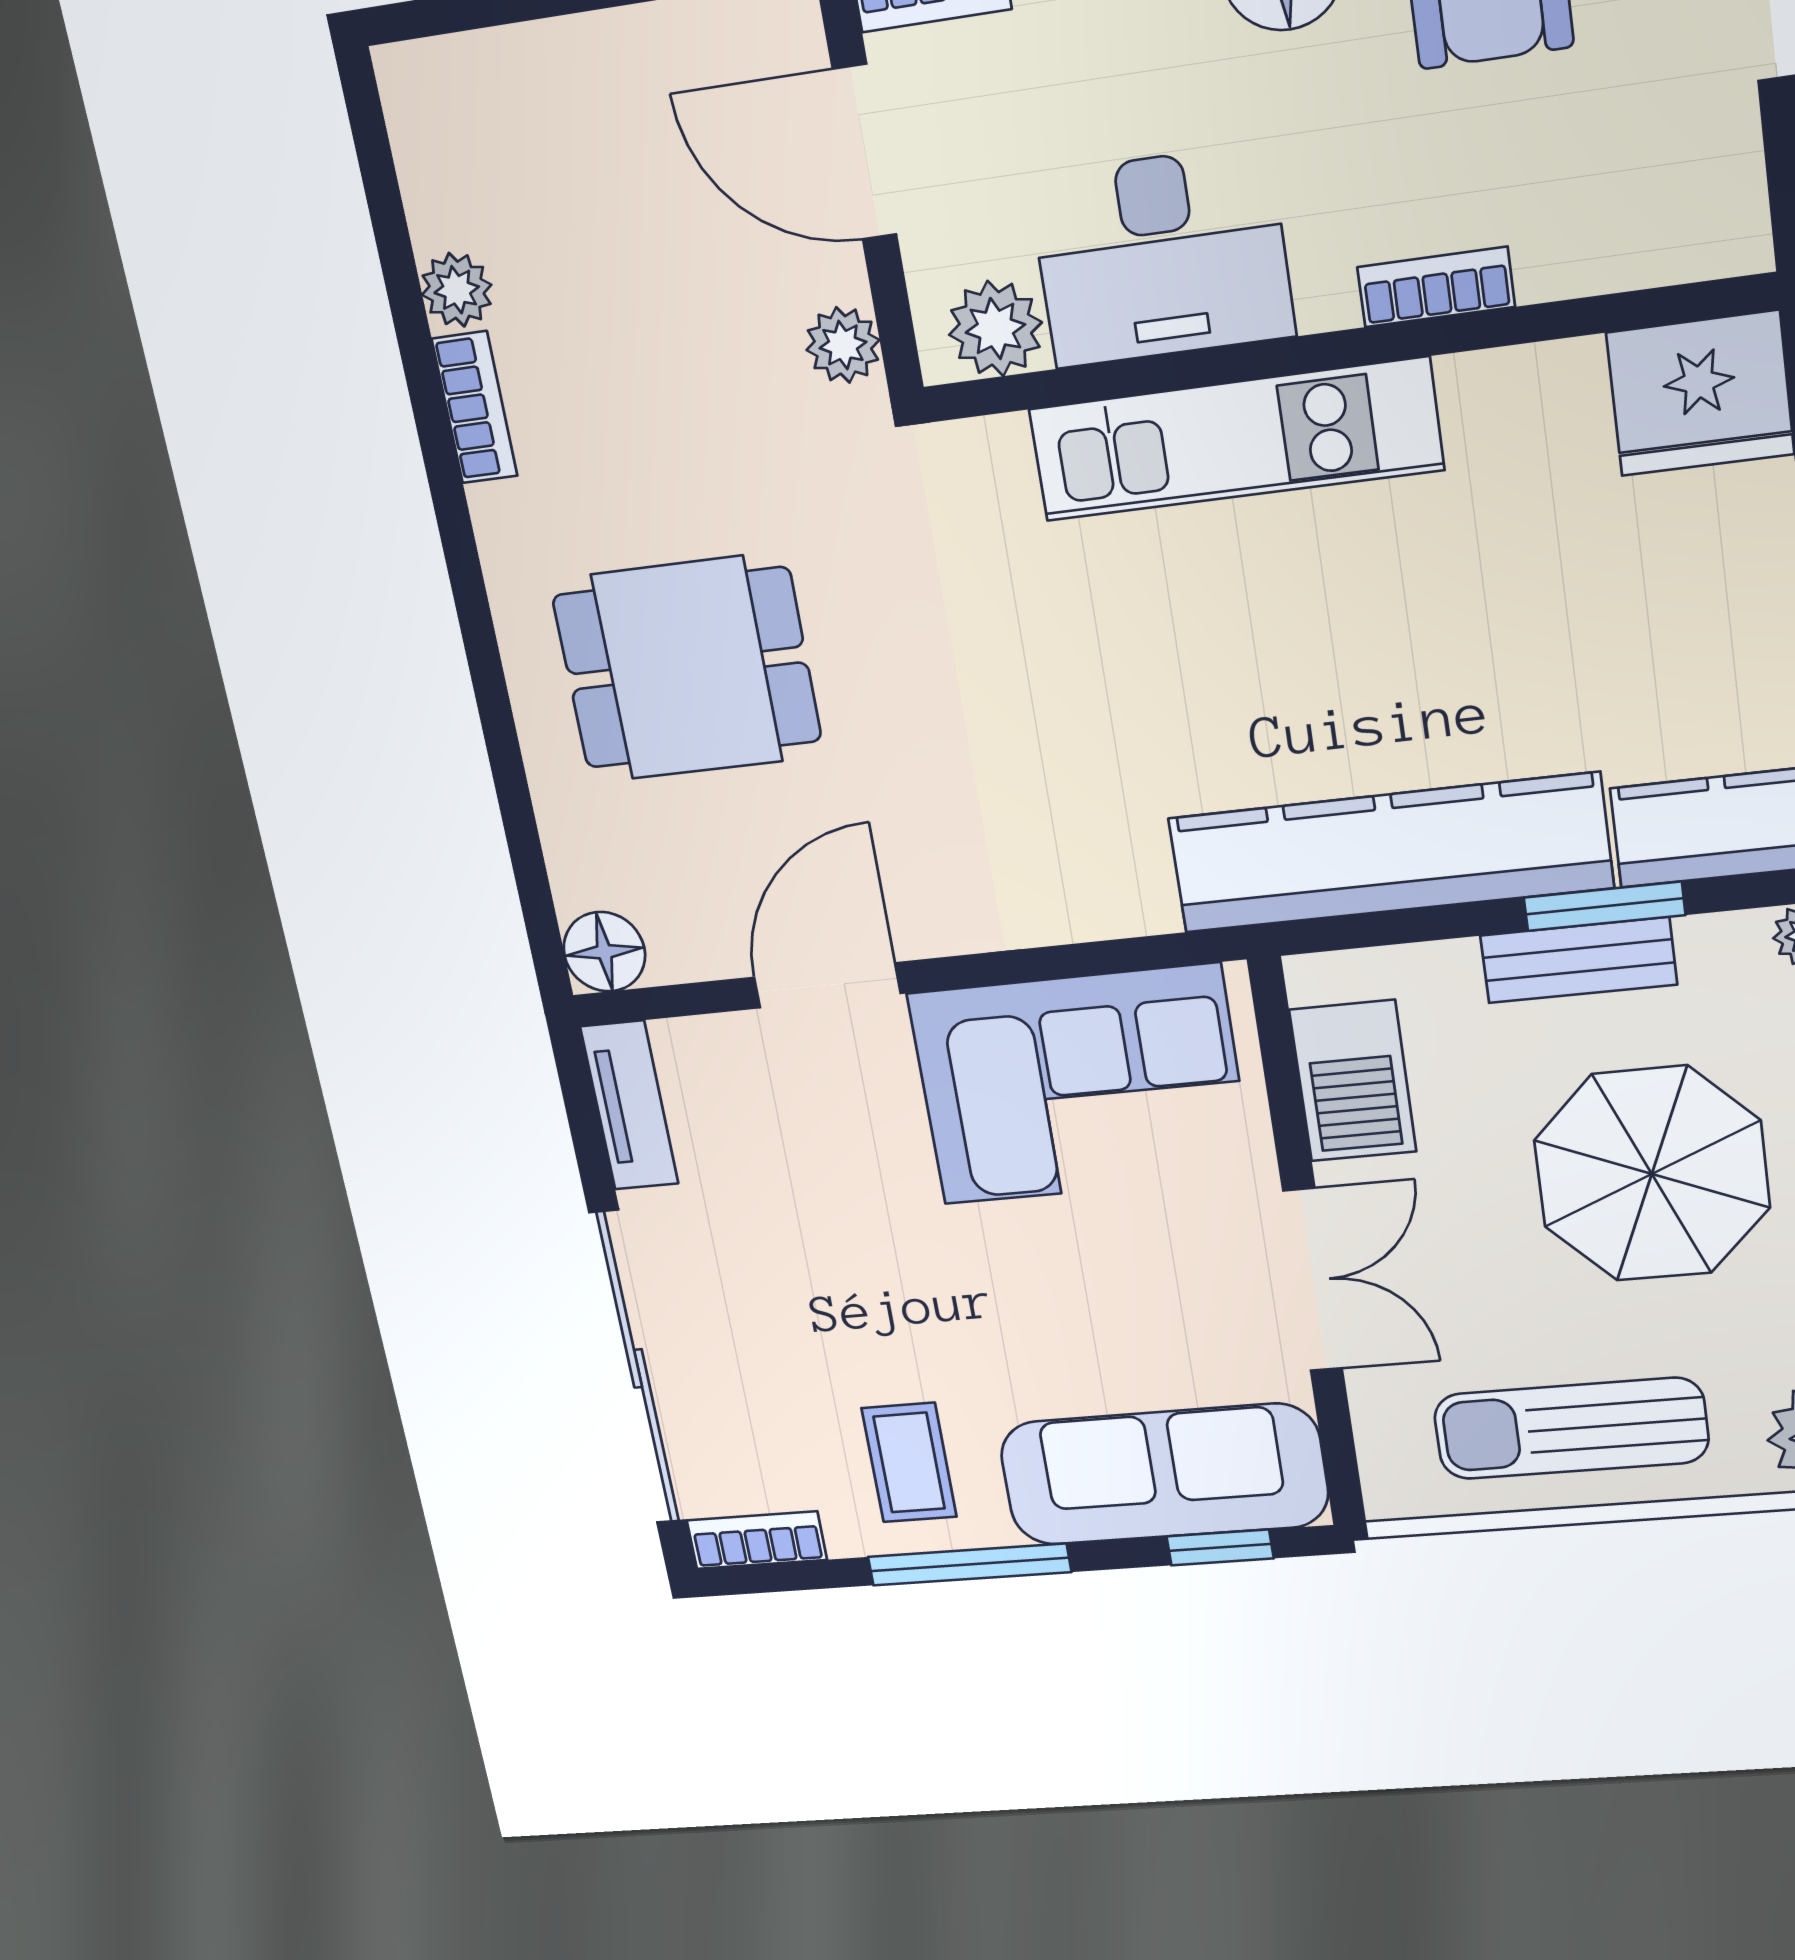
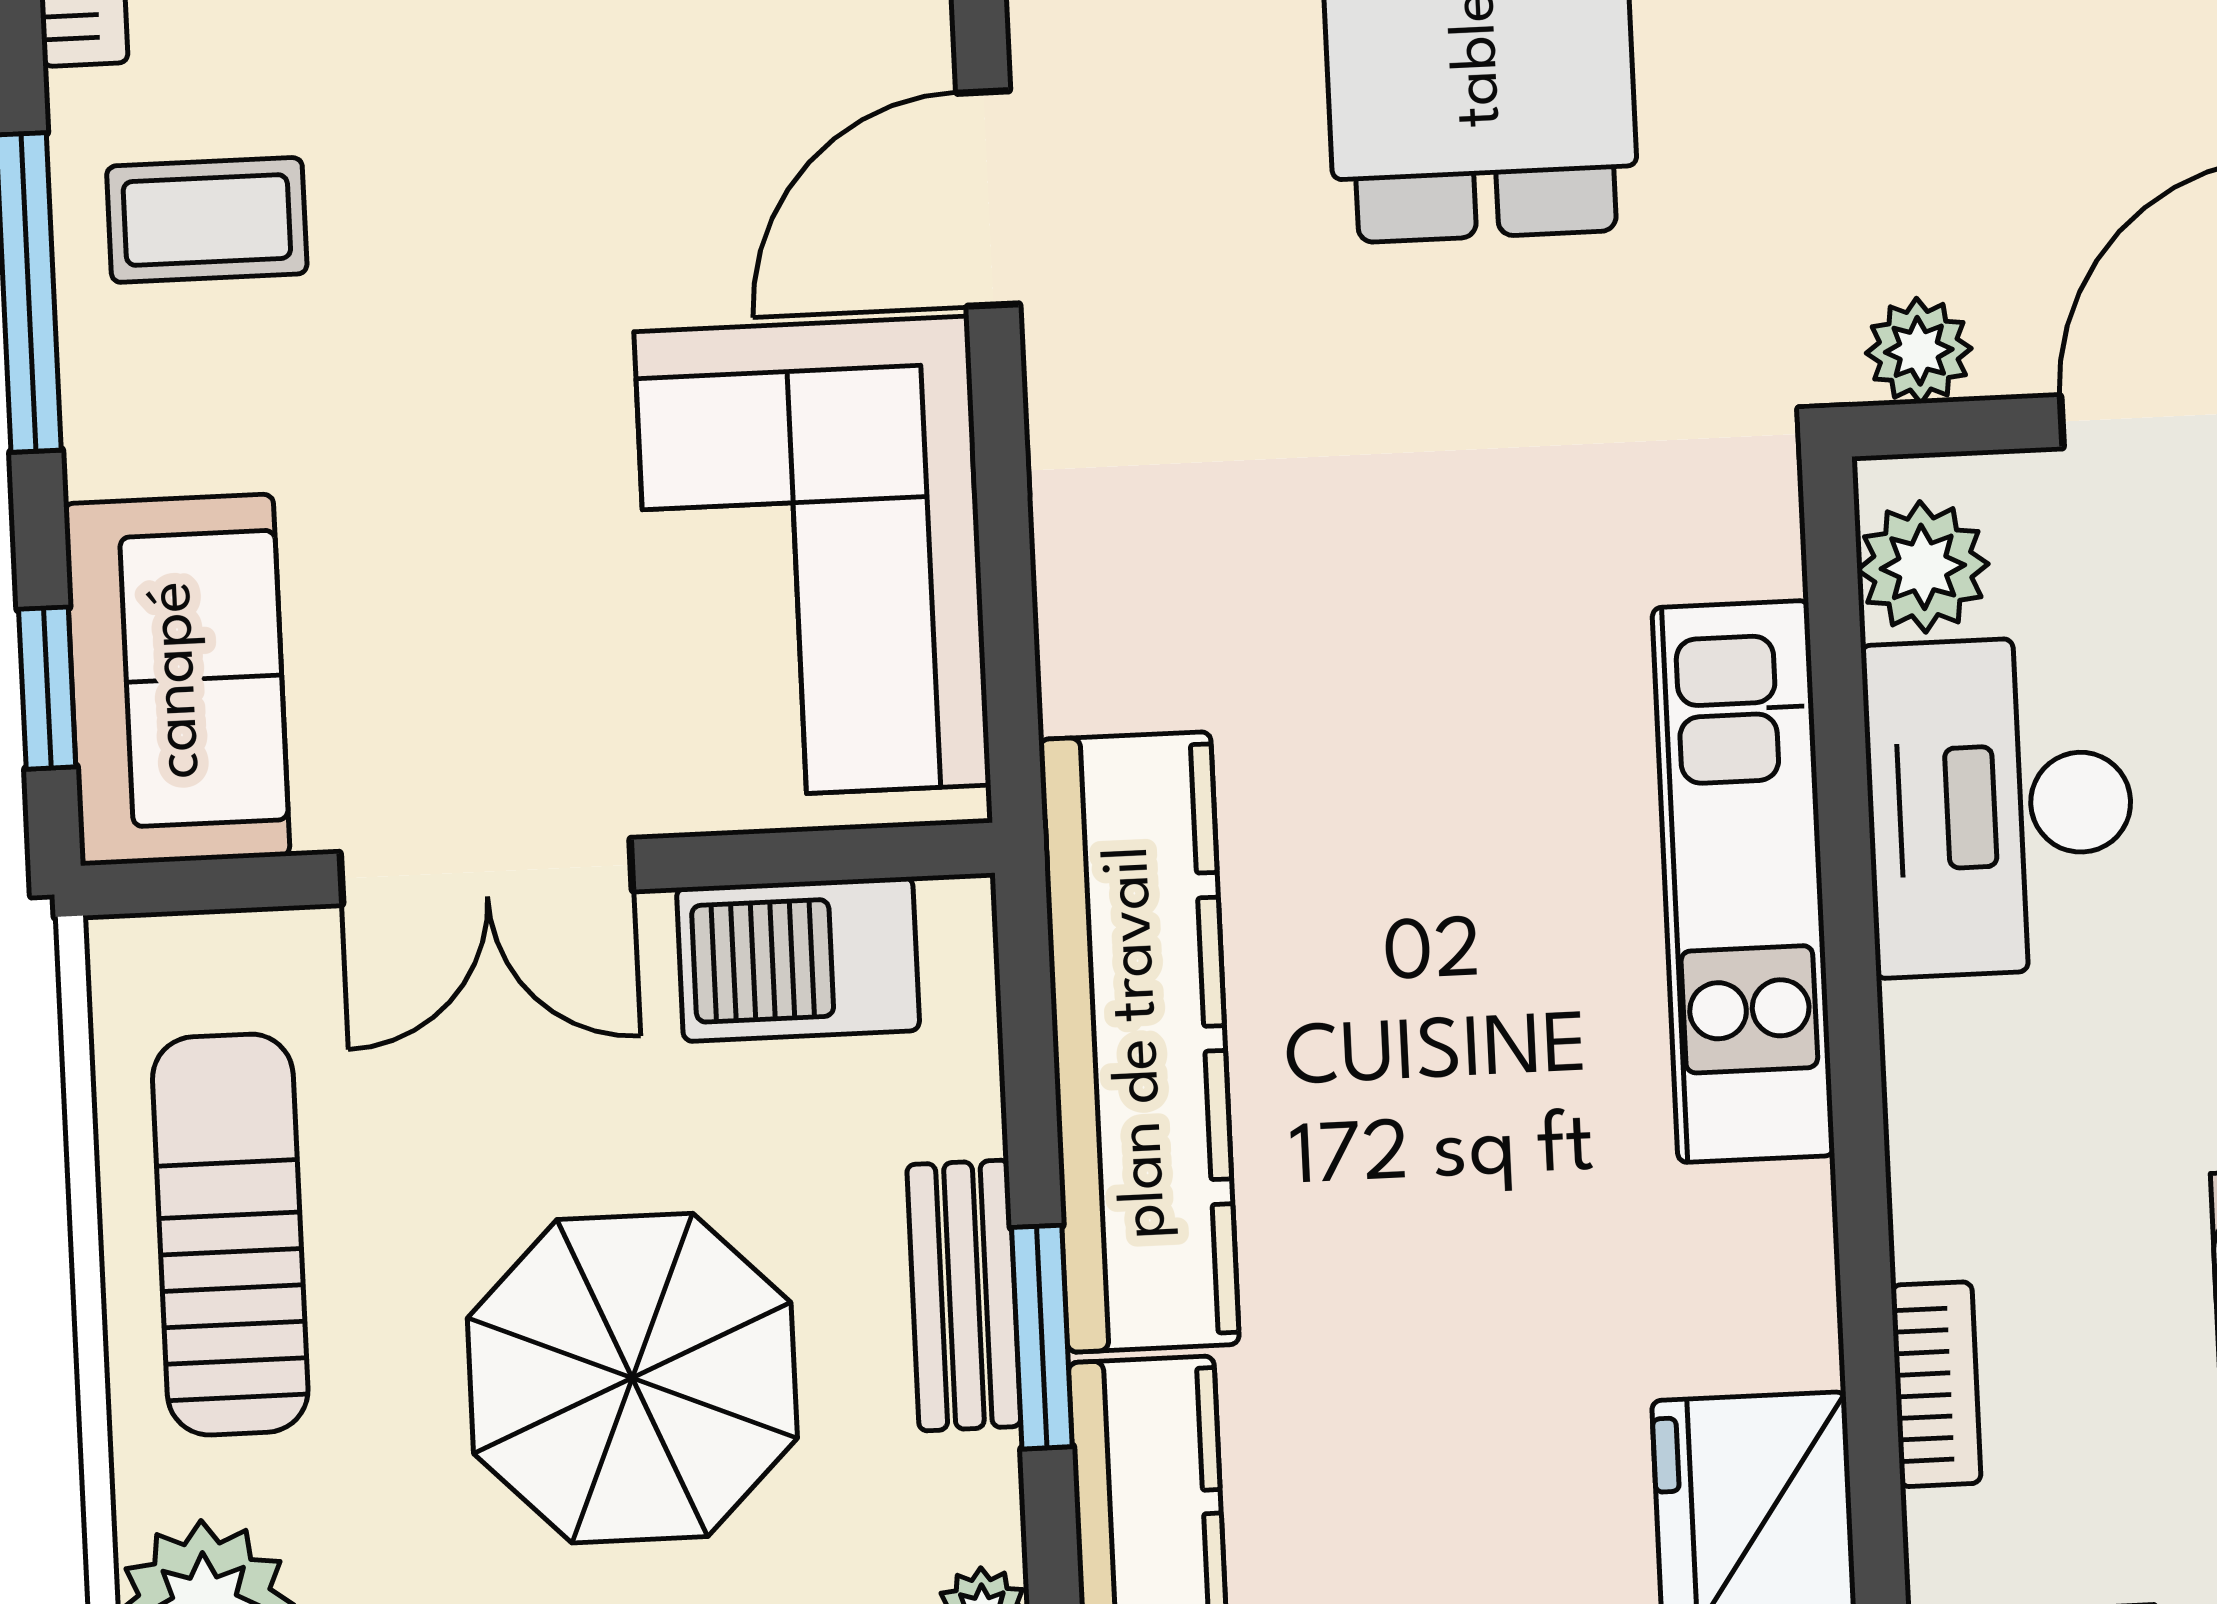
bookcase: (1436, 287) -> (1936, 1384), moved
door: (827, 985) -> (988, 199), swing flipped
sofa: (1164, 1475) -> (177, 680), width x0.73

